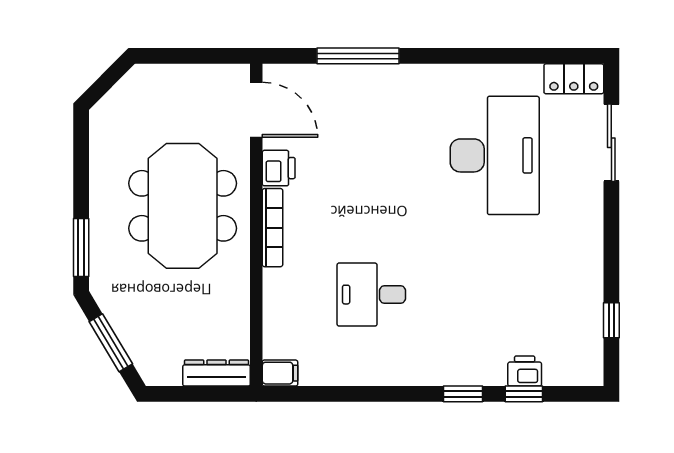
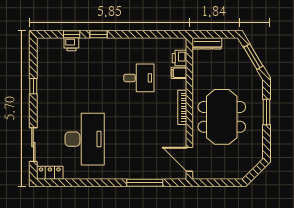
desk: (495, 155) -> (85, 139), turned 180
printer: (279, 168) -> (180, 58), moved
window: (81, 247) -> (266, 112), moved
window: (611, 320) -> (33, 86), moved
filing cabinet: (280, 373) -> (179, 73), moved

